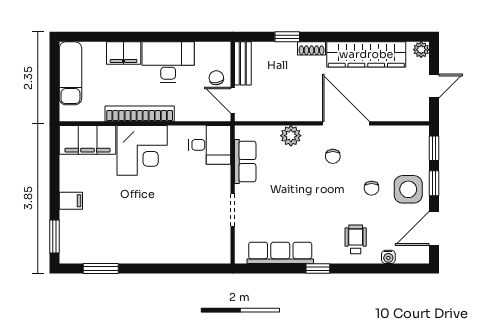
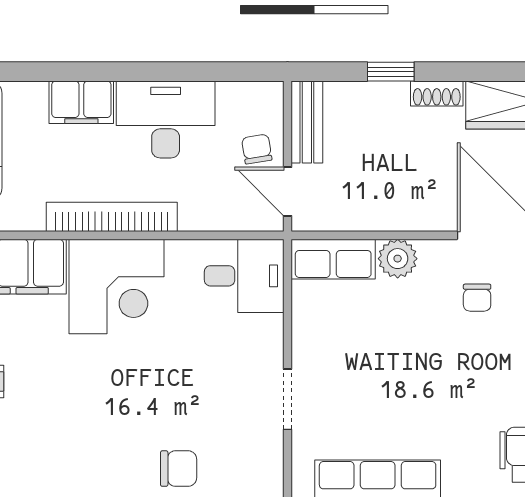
row of seats: (245, 162) -> (333, 259), moved, turned 90
chair: (175, 247) -> (179, 469), added

